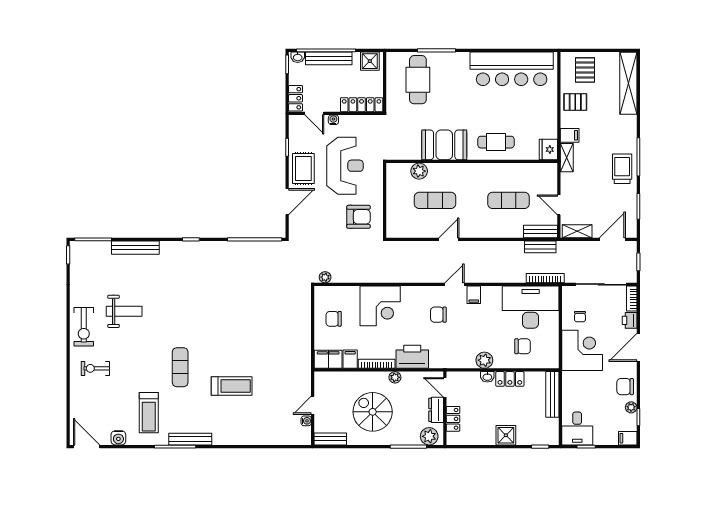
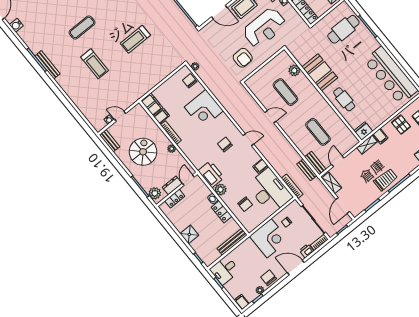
door: (612, 239) -> (343, 206), swing flipped
filing cabinet: (474, 295) -> (260, 166), moved
chair: (334, 319) -> (190, 81), moved
printer: (412, 357) -> (211, 174), moved
treadmill: (149, 413) -> (135, 39), moved

